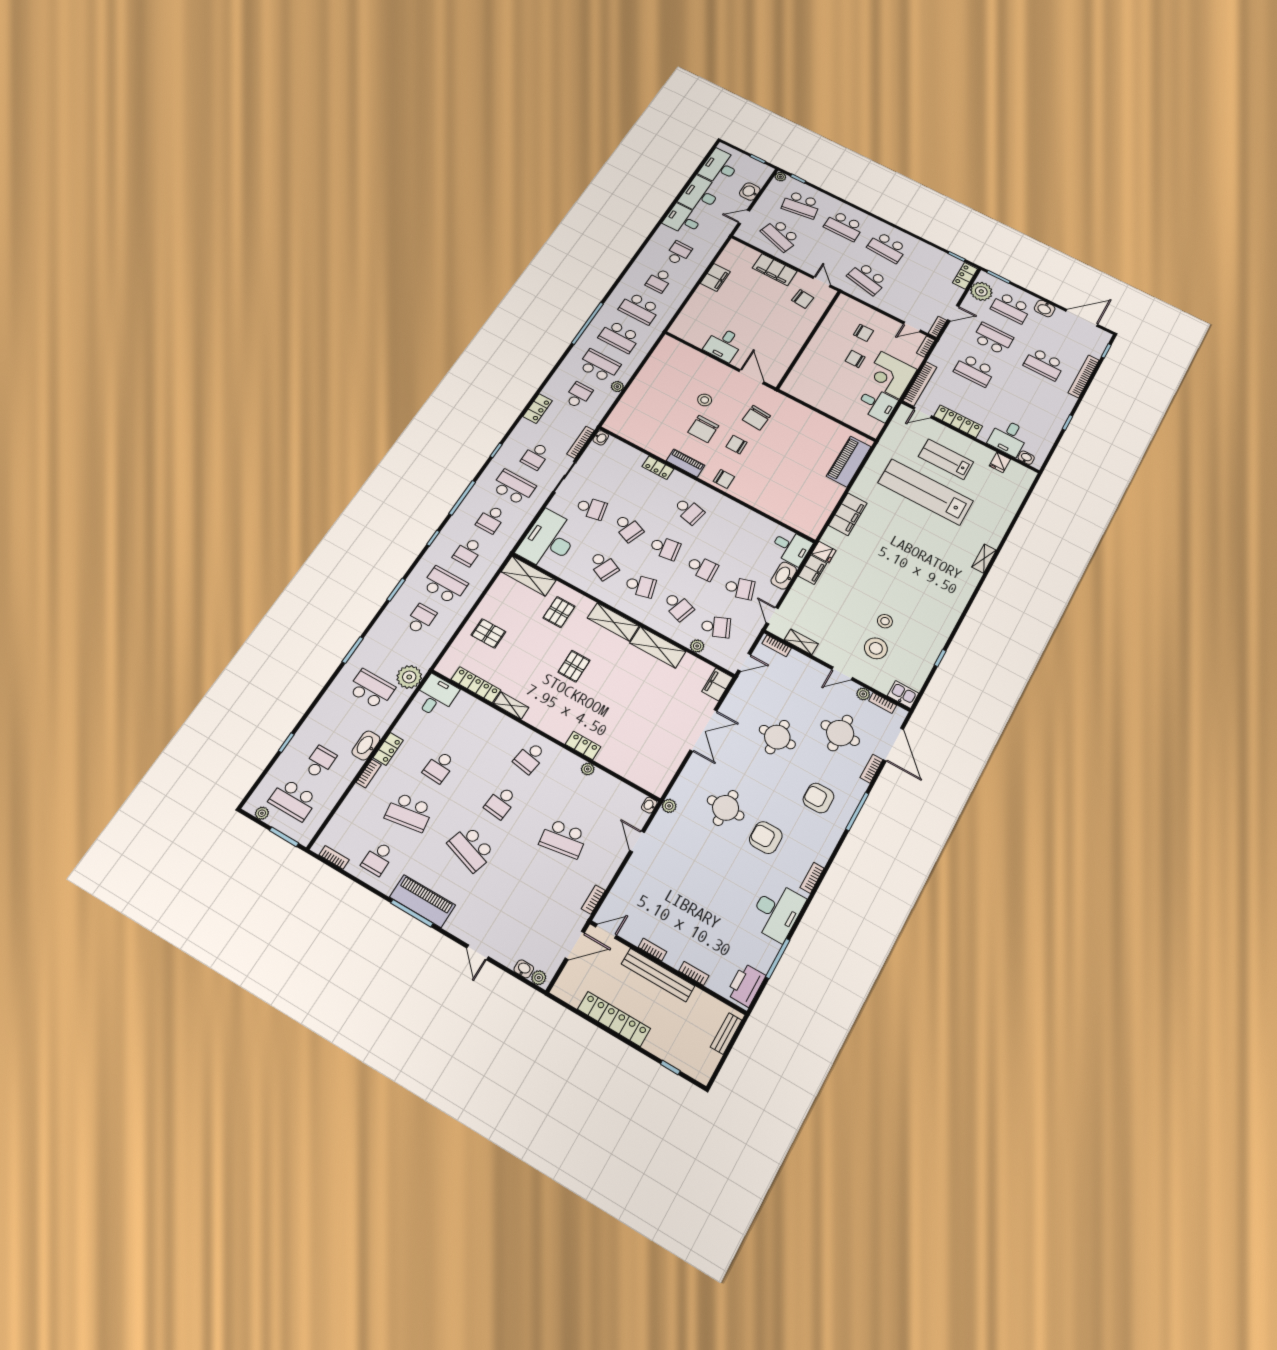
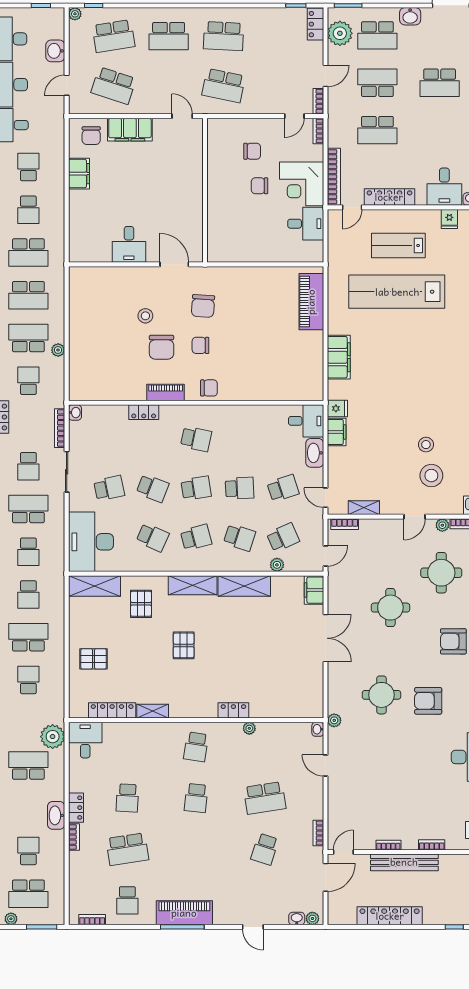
chair: (803, 299) -> (91, 136), moved, turned 85
school desk: (471, 849) -> (265, 849), moved, width x0.54

